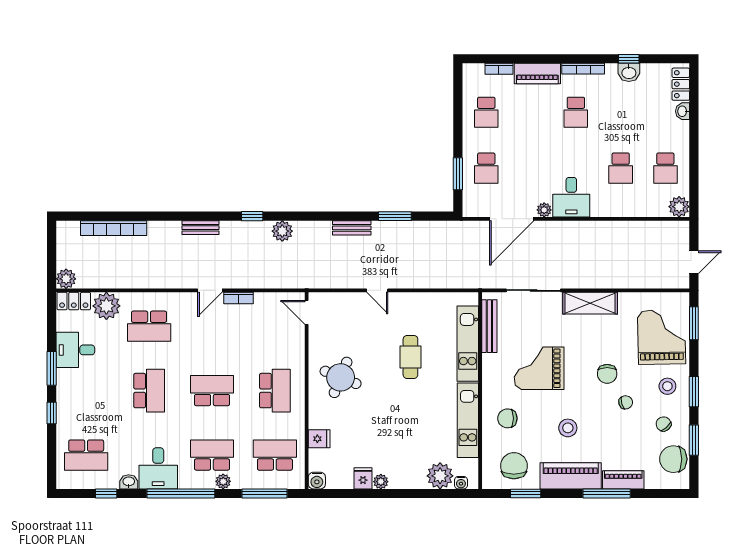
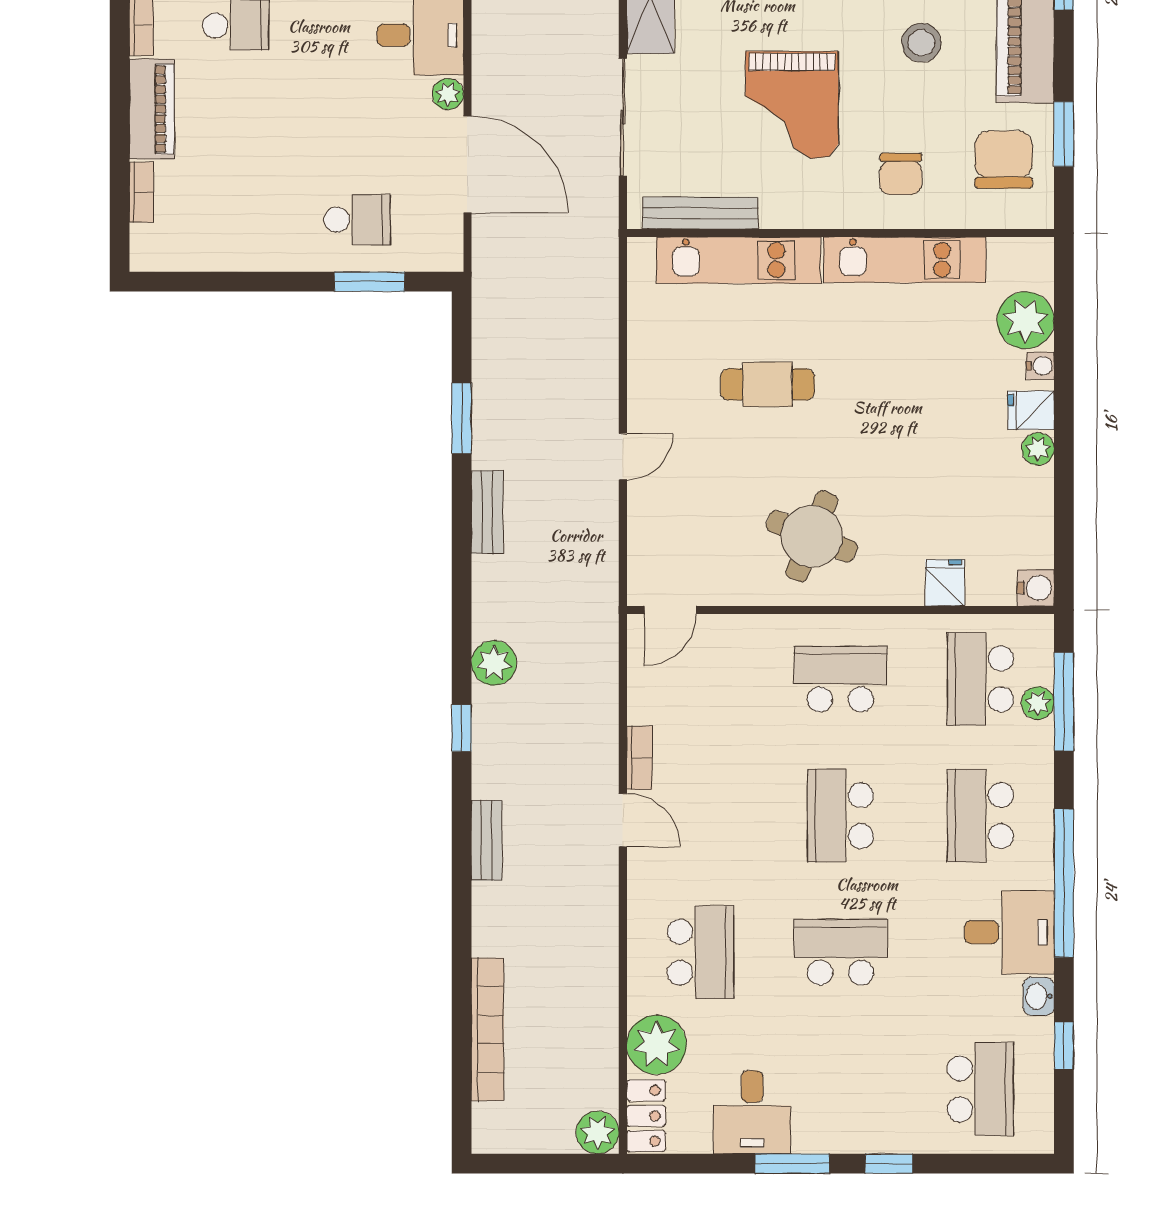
school desk: (486, 112) -> (236, 220), removed
chair: (514, 466) -> (1004, 160), turned 90
fridge: (363, 478) -> (1031, 410), moved
plant: (223, 481) -> (1038, 703), moved
water cooler: (461, 483) -> (1040, 366), moved

